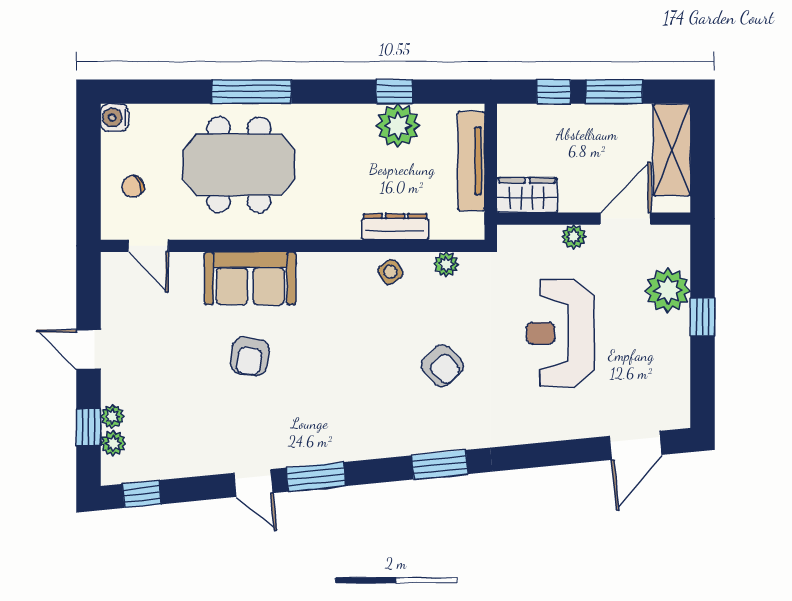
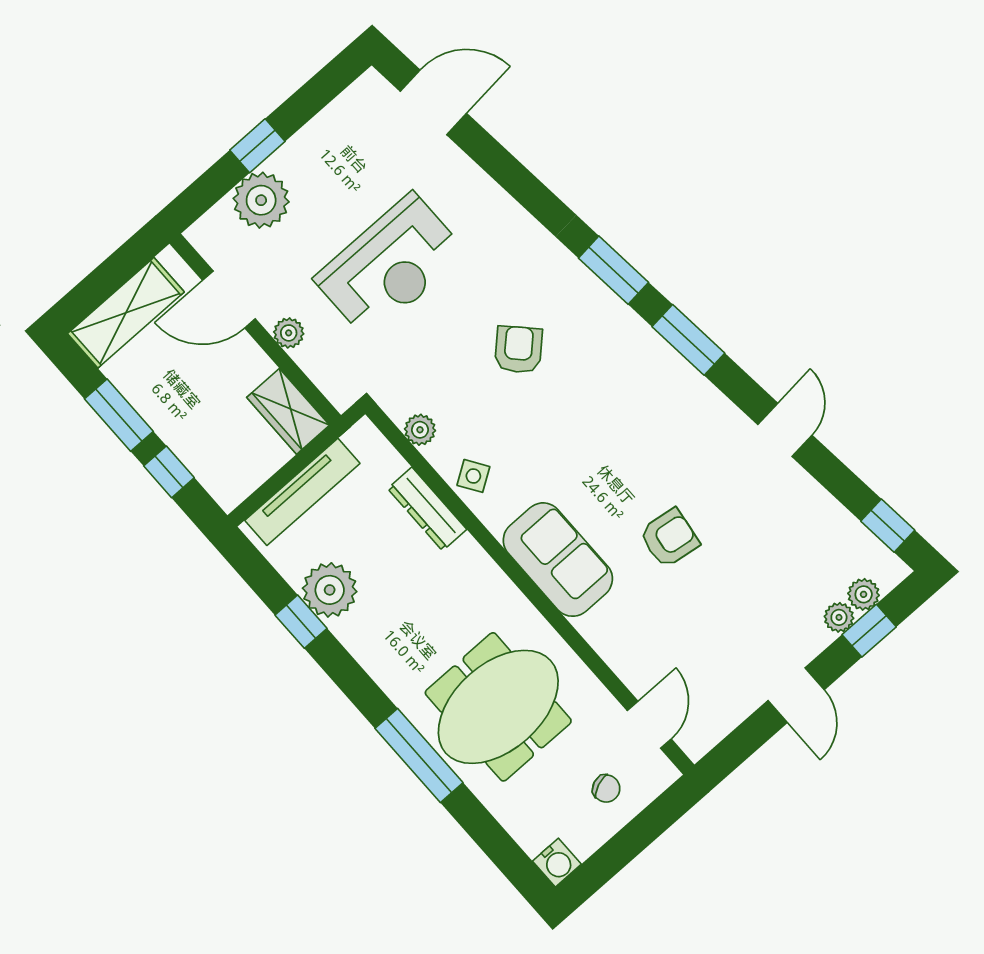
meeting table: (239, 165) -> (498, 707), turned 90
sofa: (250, 278) -> (558, 560), moved
window: (316, 477) -> (688, 340), moved

